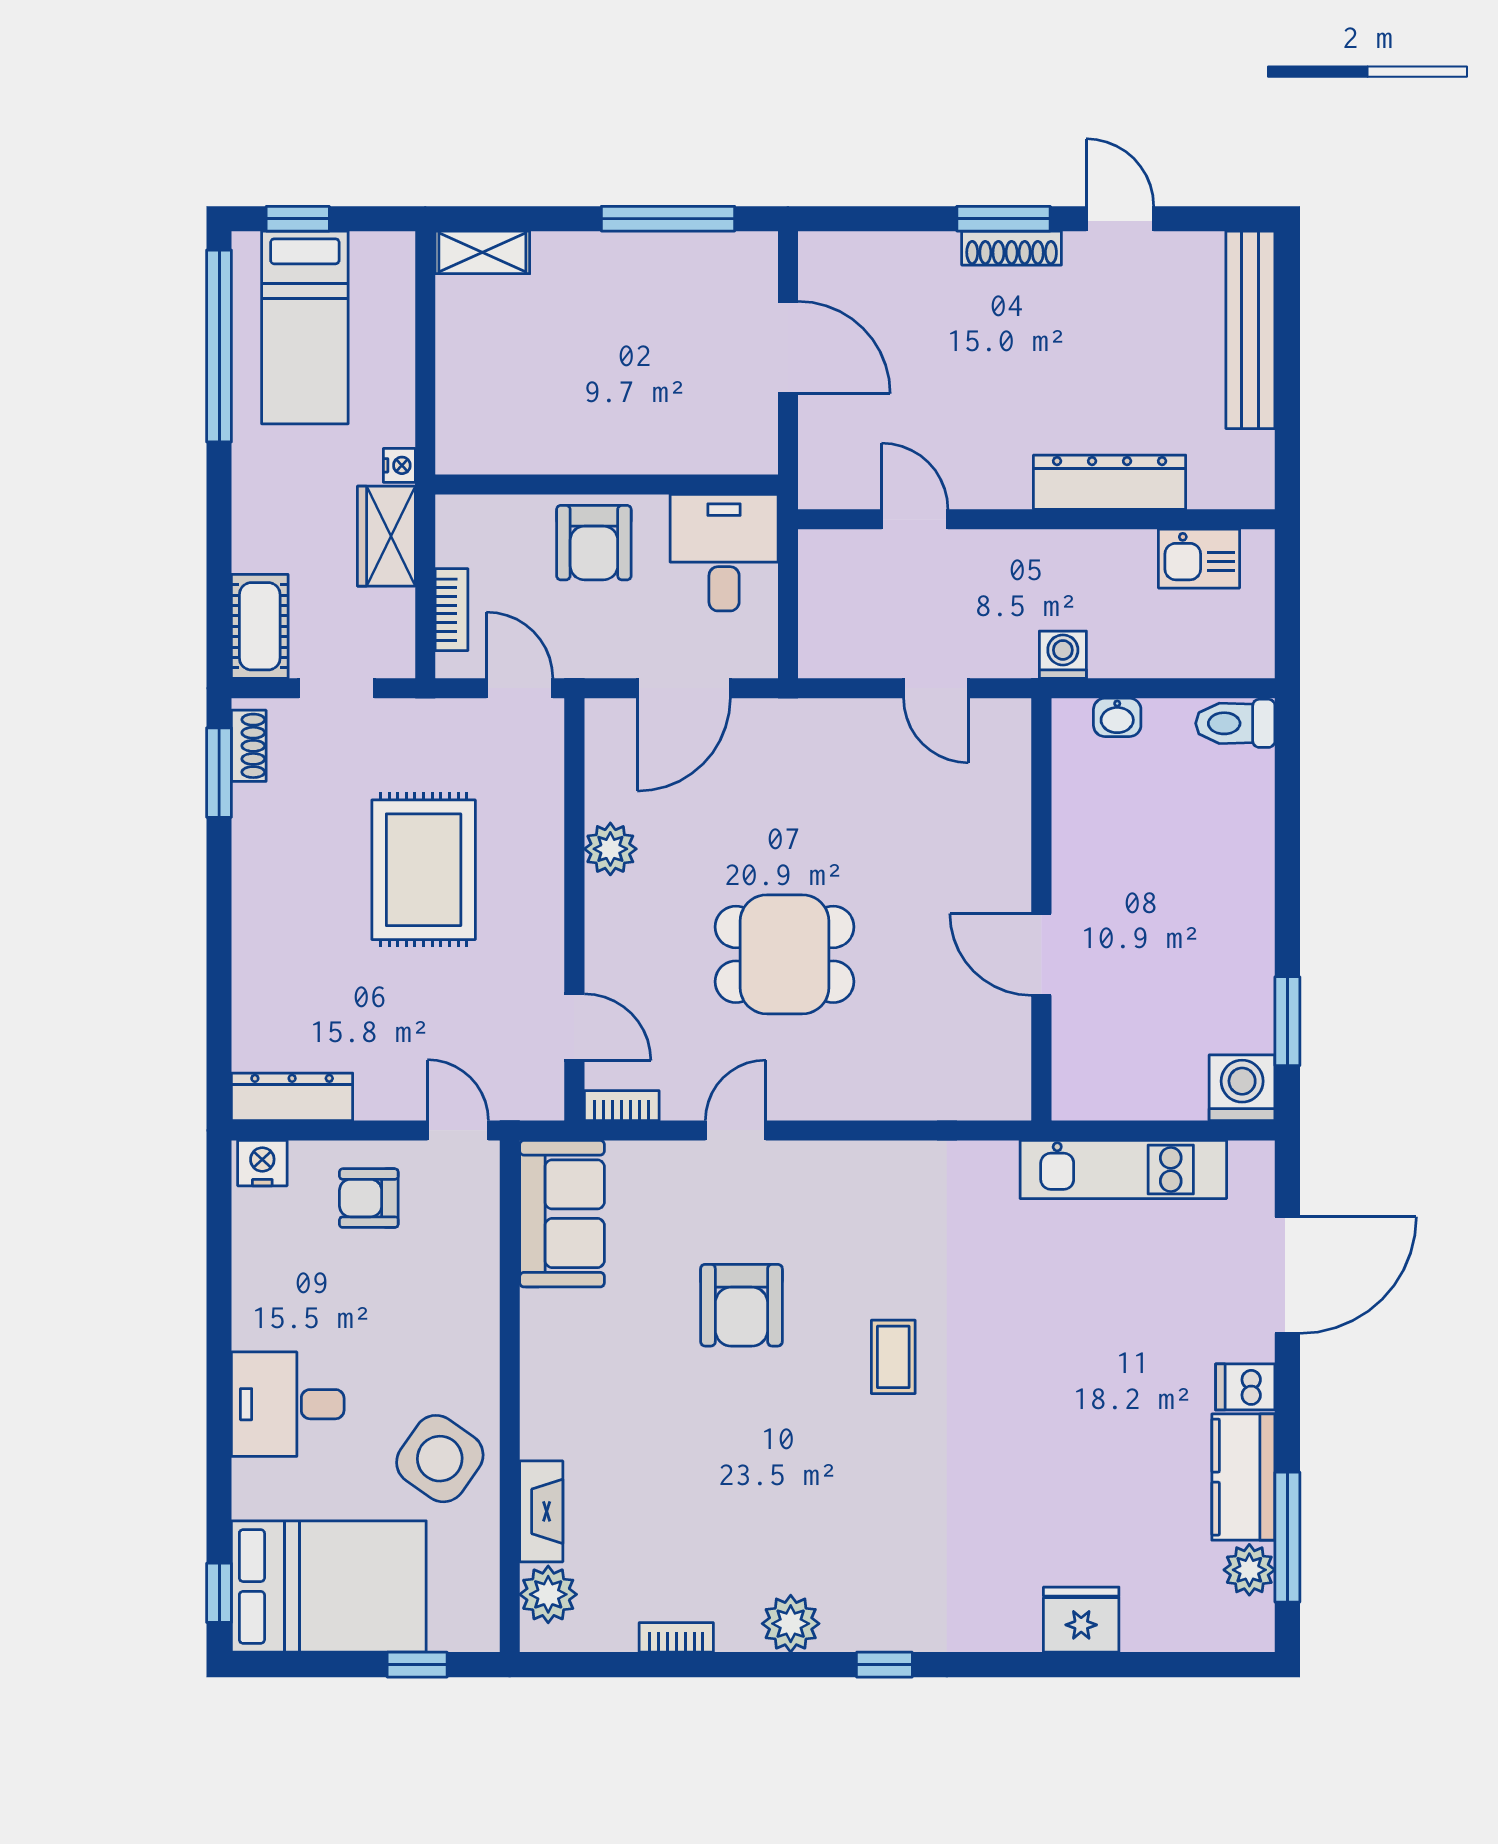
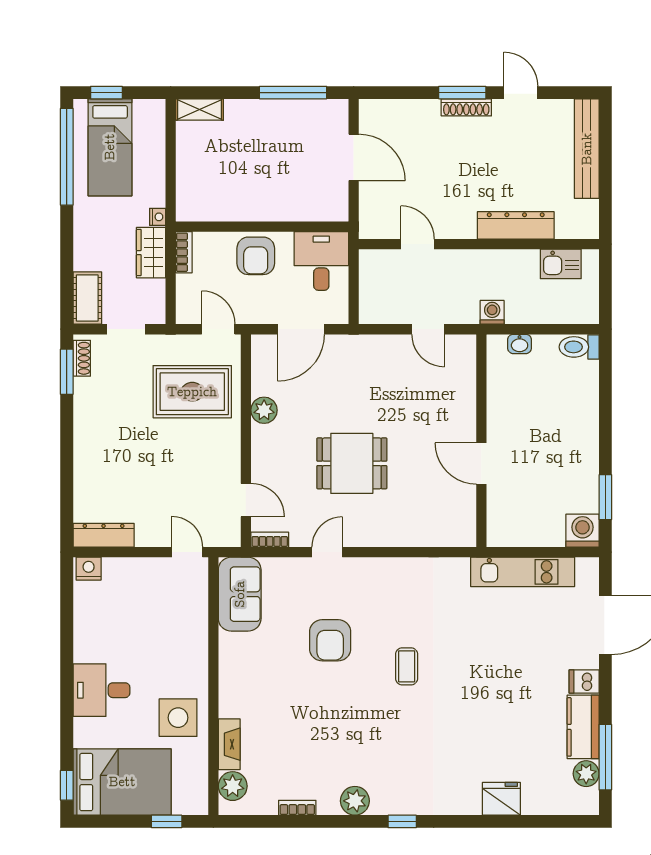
bookcase: (452, 610) -> (184, 252), moved
rug: (424, 870) -> (192, 392), moved, turned 90
armchair: (369, 1198) -> (142, 586), removed
side table: (440, 1459) -> (178, 718), turned -35

